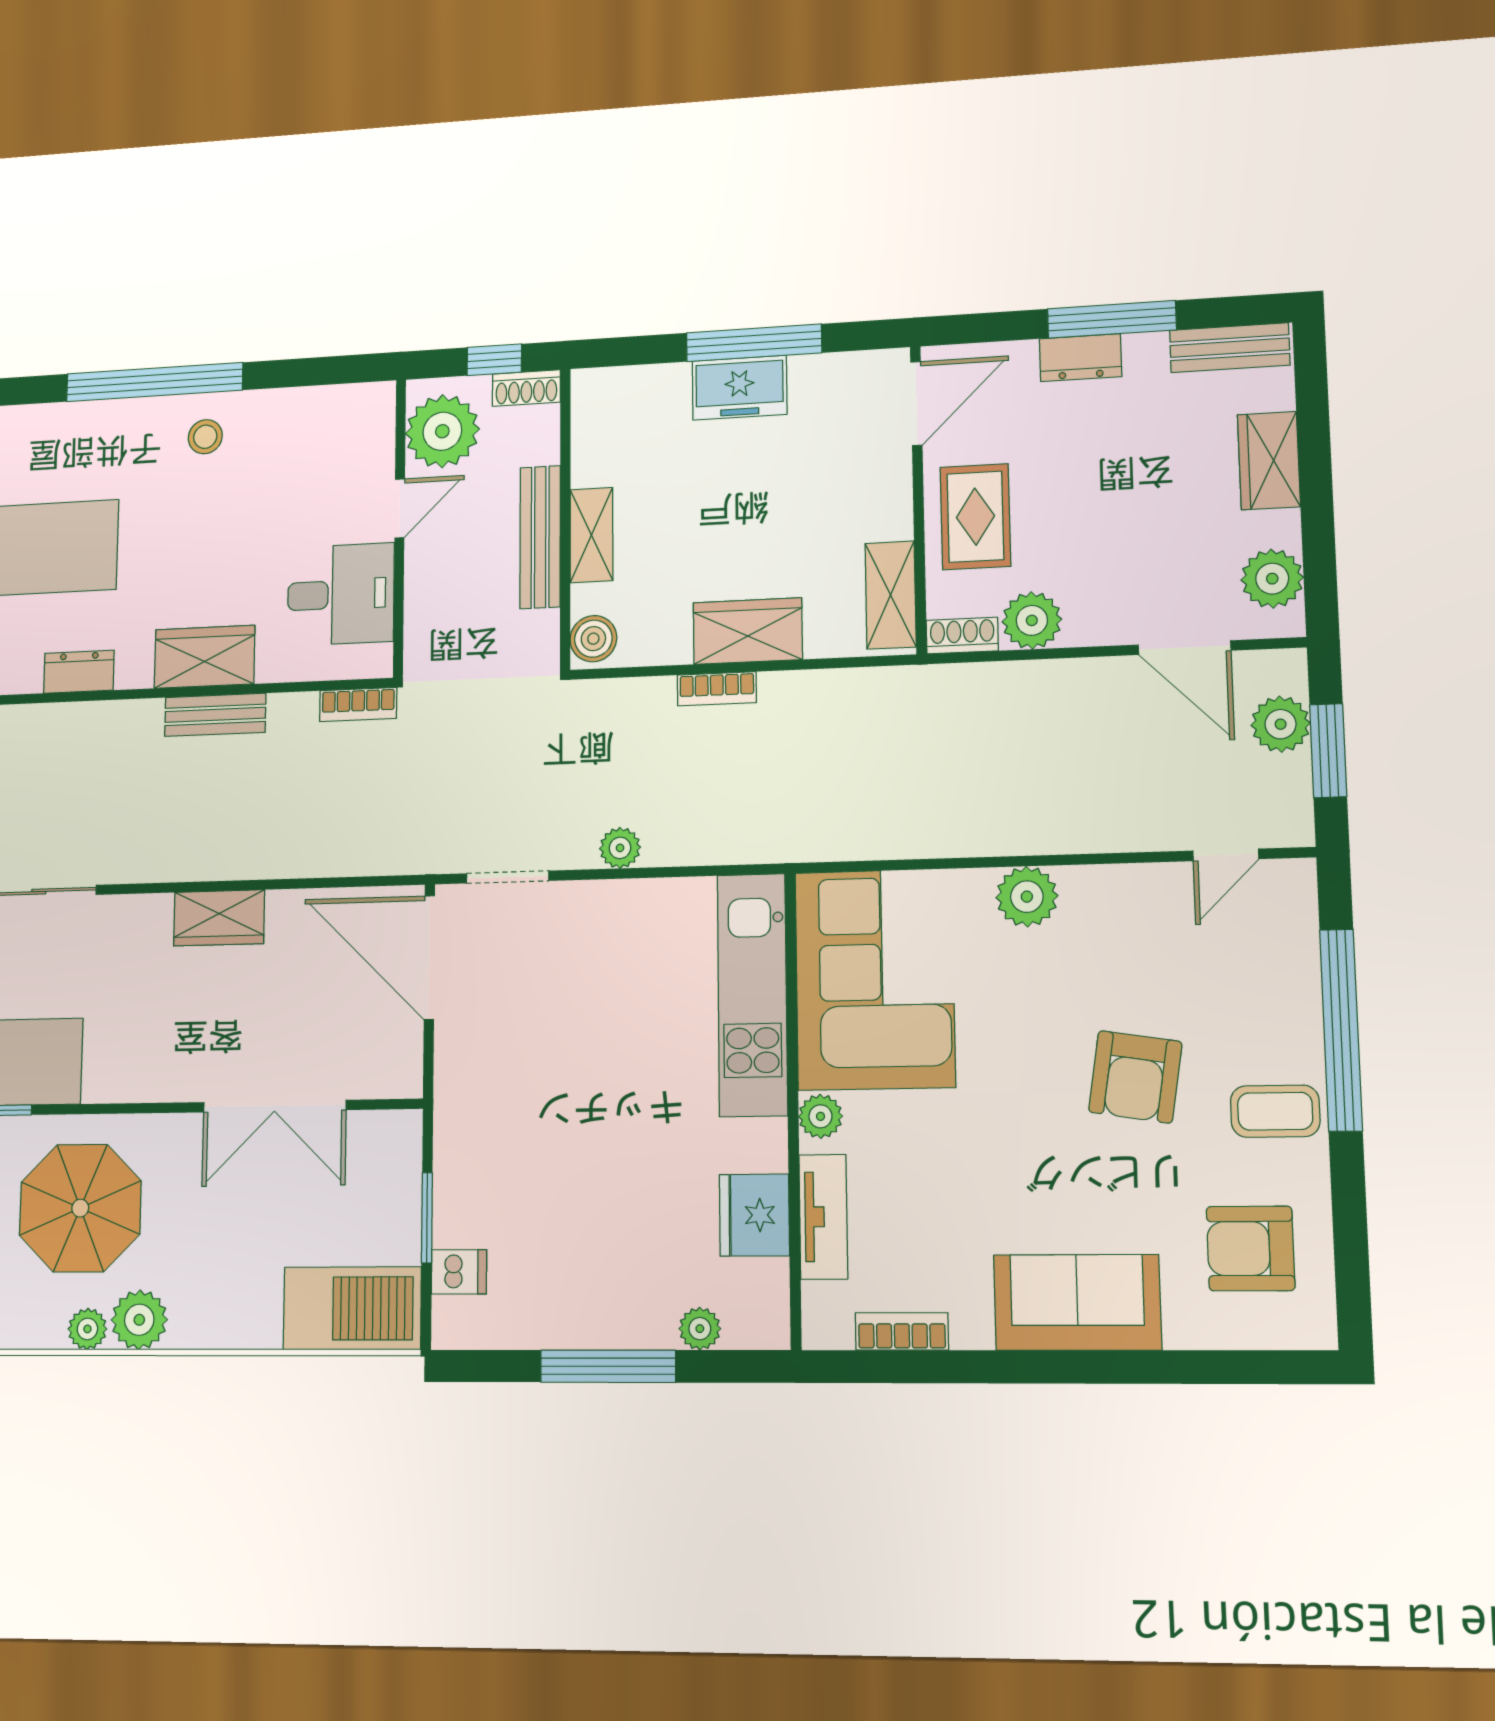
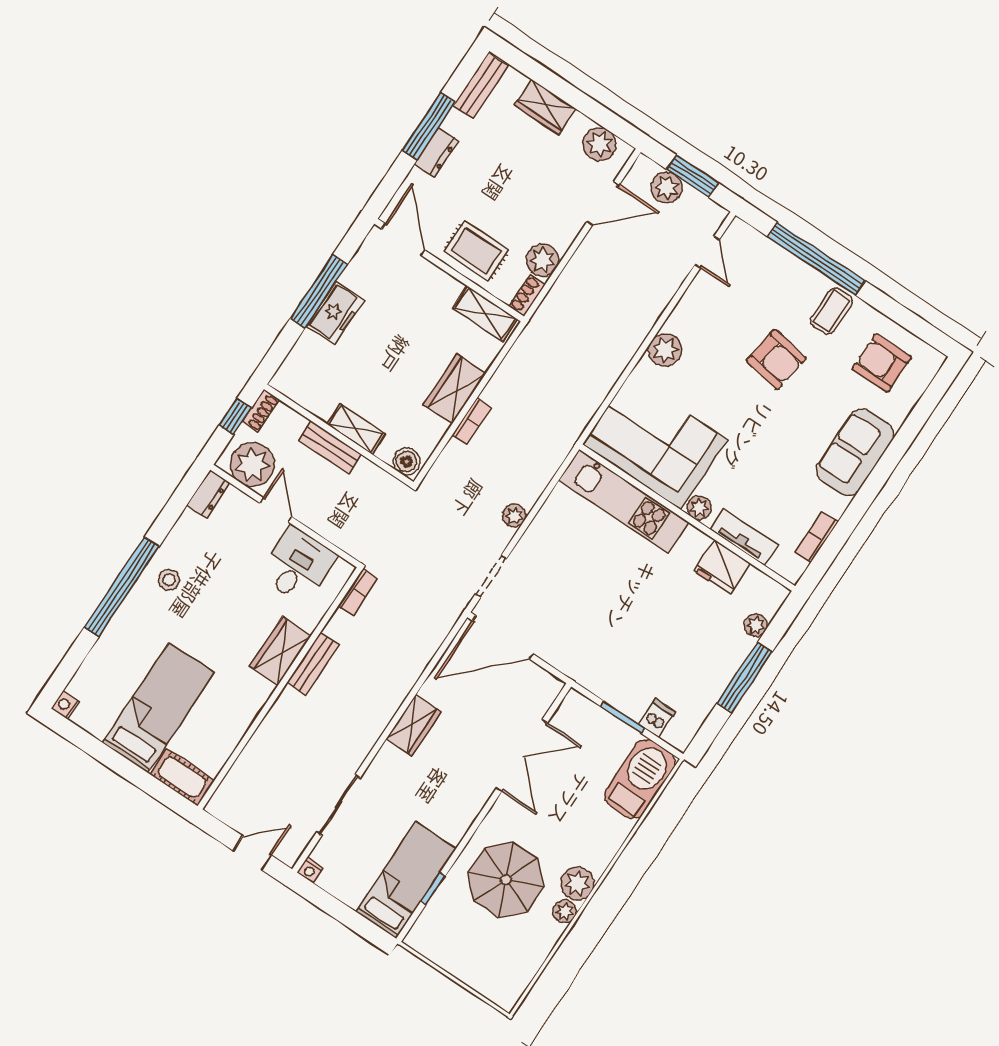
bench: (540, 537) -> (330, 447), width x0.73
dresser: (79, 672) -> (208, 494), moved, turned 180
armchair: (1250, 1248) -> (882, 363), turned 90

